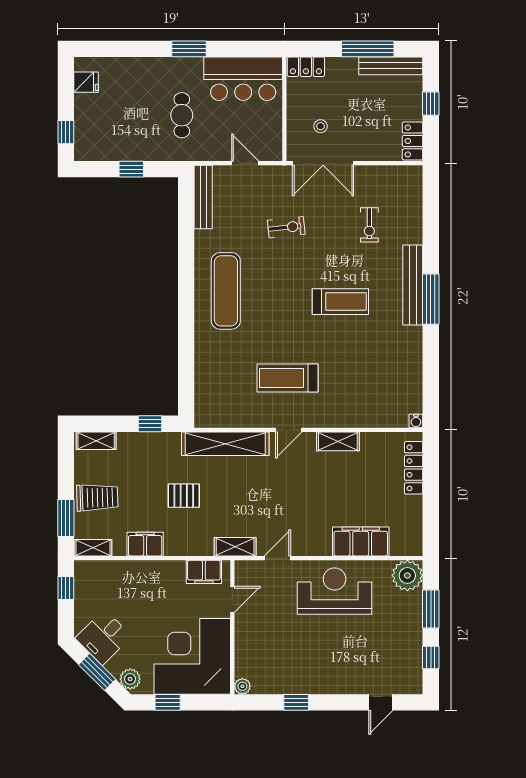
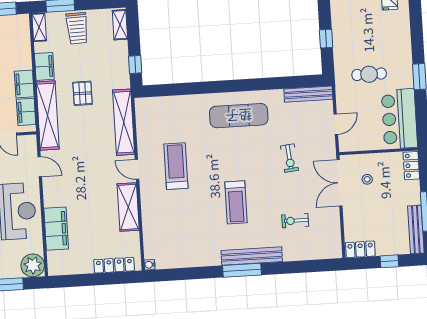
shelving: (338, 441) -> (128, 207), width x1.50, depth x1.33
shelving: (235, 547) -> (48, 115), width x2.20, depth x1.33
filing cabinet: (167, 572) -> (24, 84), added

